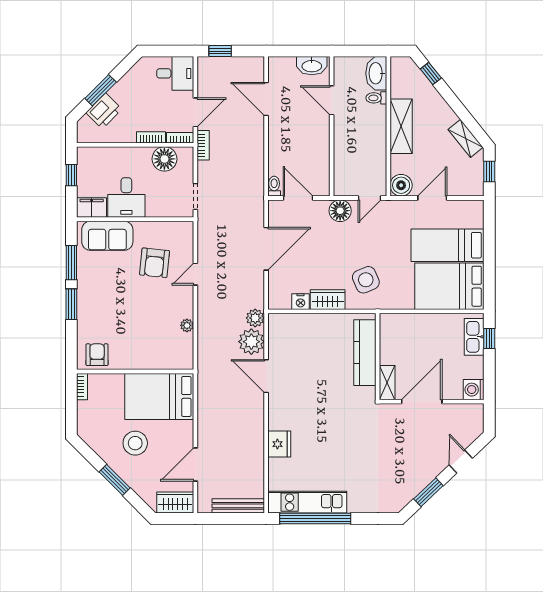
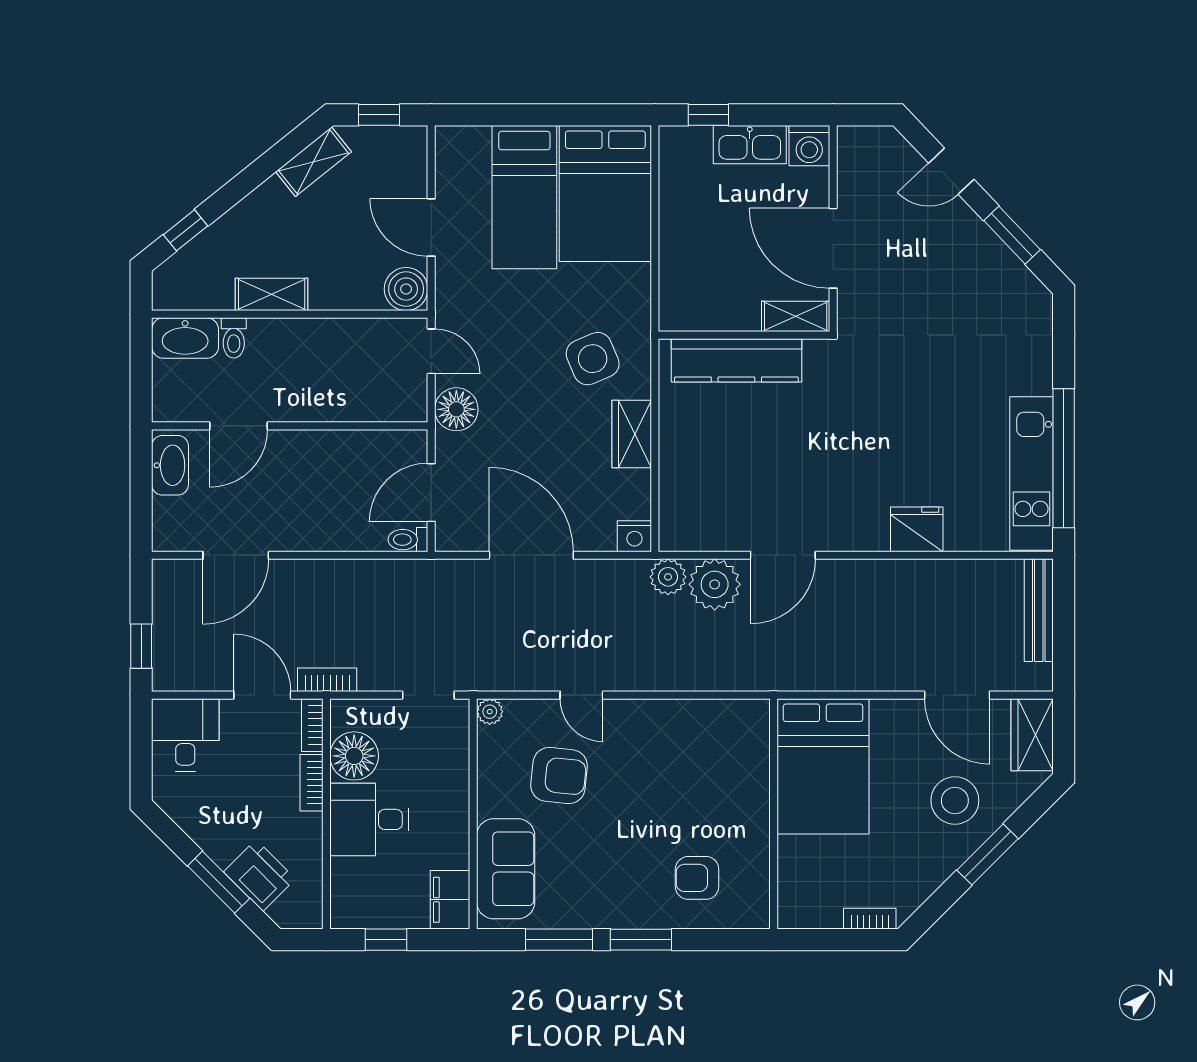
shelving: (401, 126) -> (272, 294), width x0.67, depth x0.75
desk: (126, 198) -> (369, 819), moved, turned 180
nightstand: (300, 302) -> (634, 536), moved, turned 90
plant: (187, 325) -> (490, 712), moved
kitchen sink: (474, 337) -> (750, 145), moved
armchair: (97, 355) -> (697, 878), moved
bookcase: (82, 387) -> (870, 919), moved
stool: (135, 443) -> (955, 800), moved

